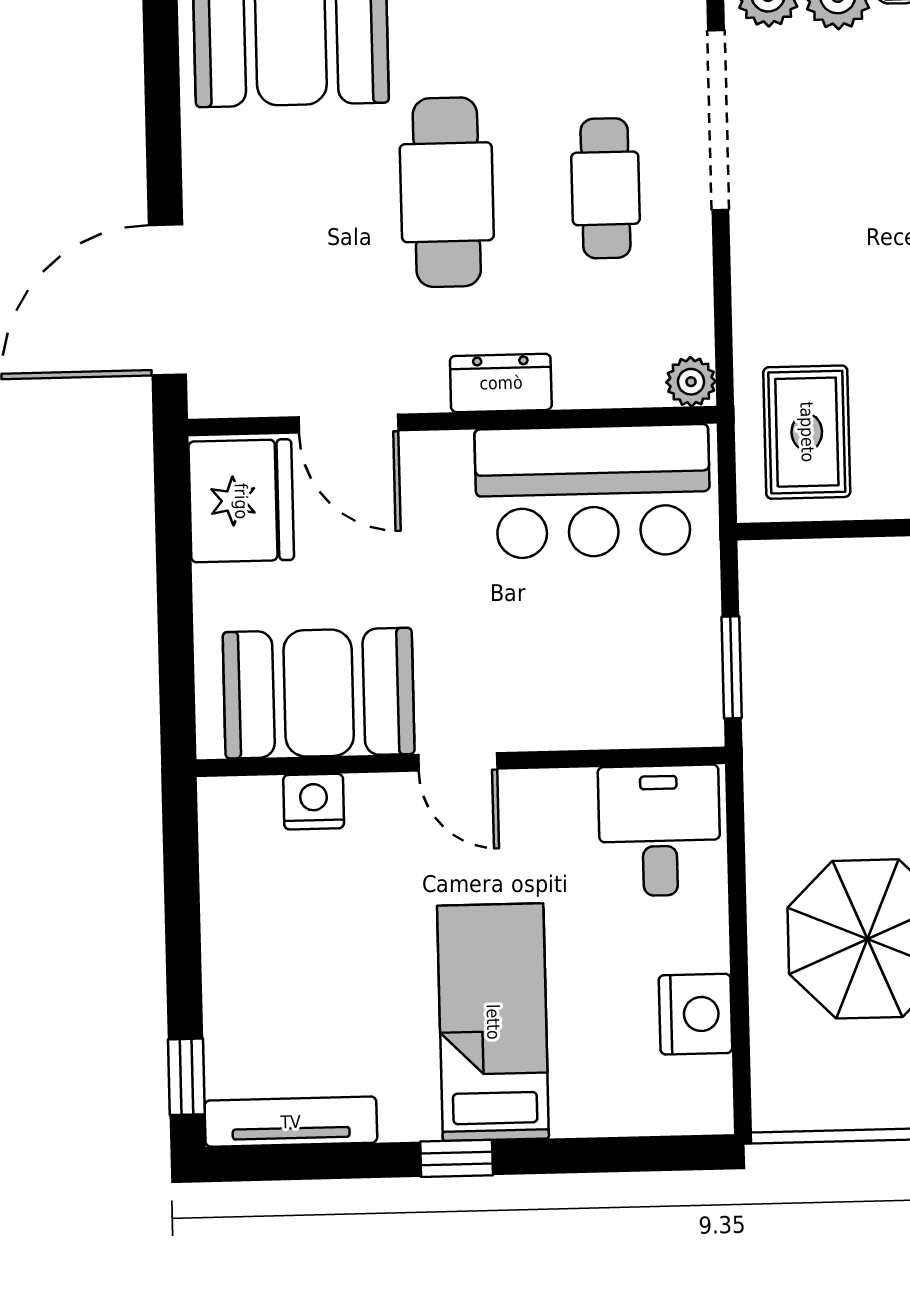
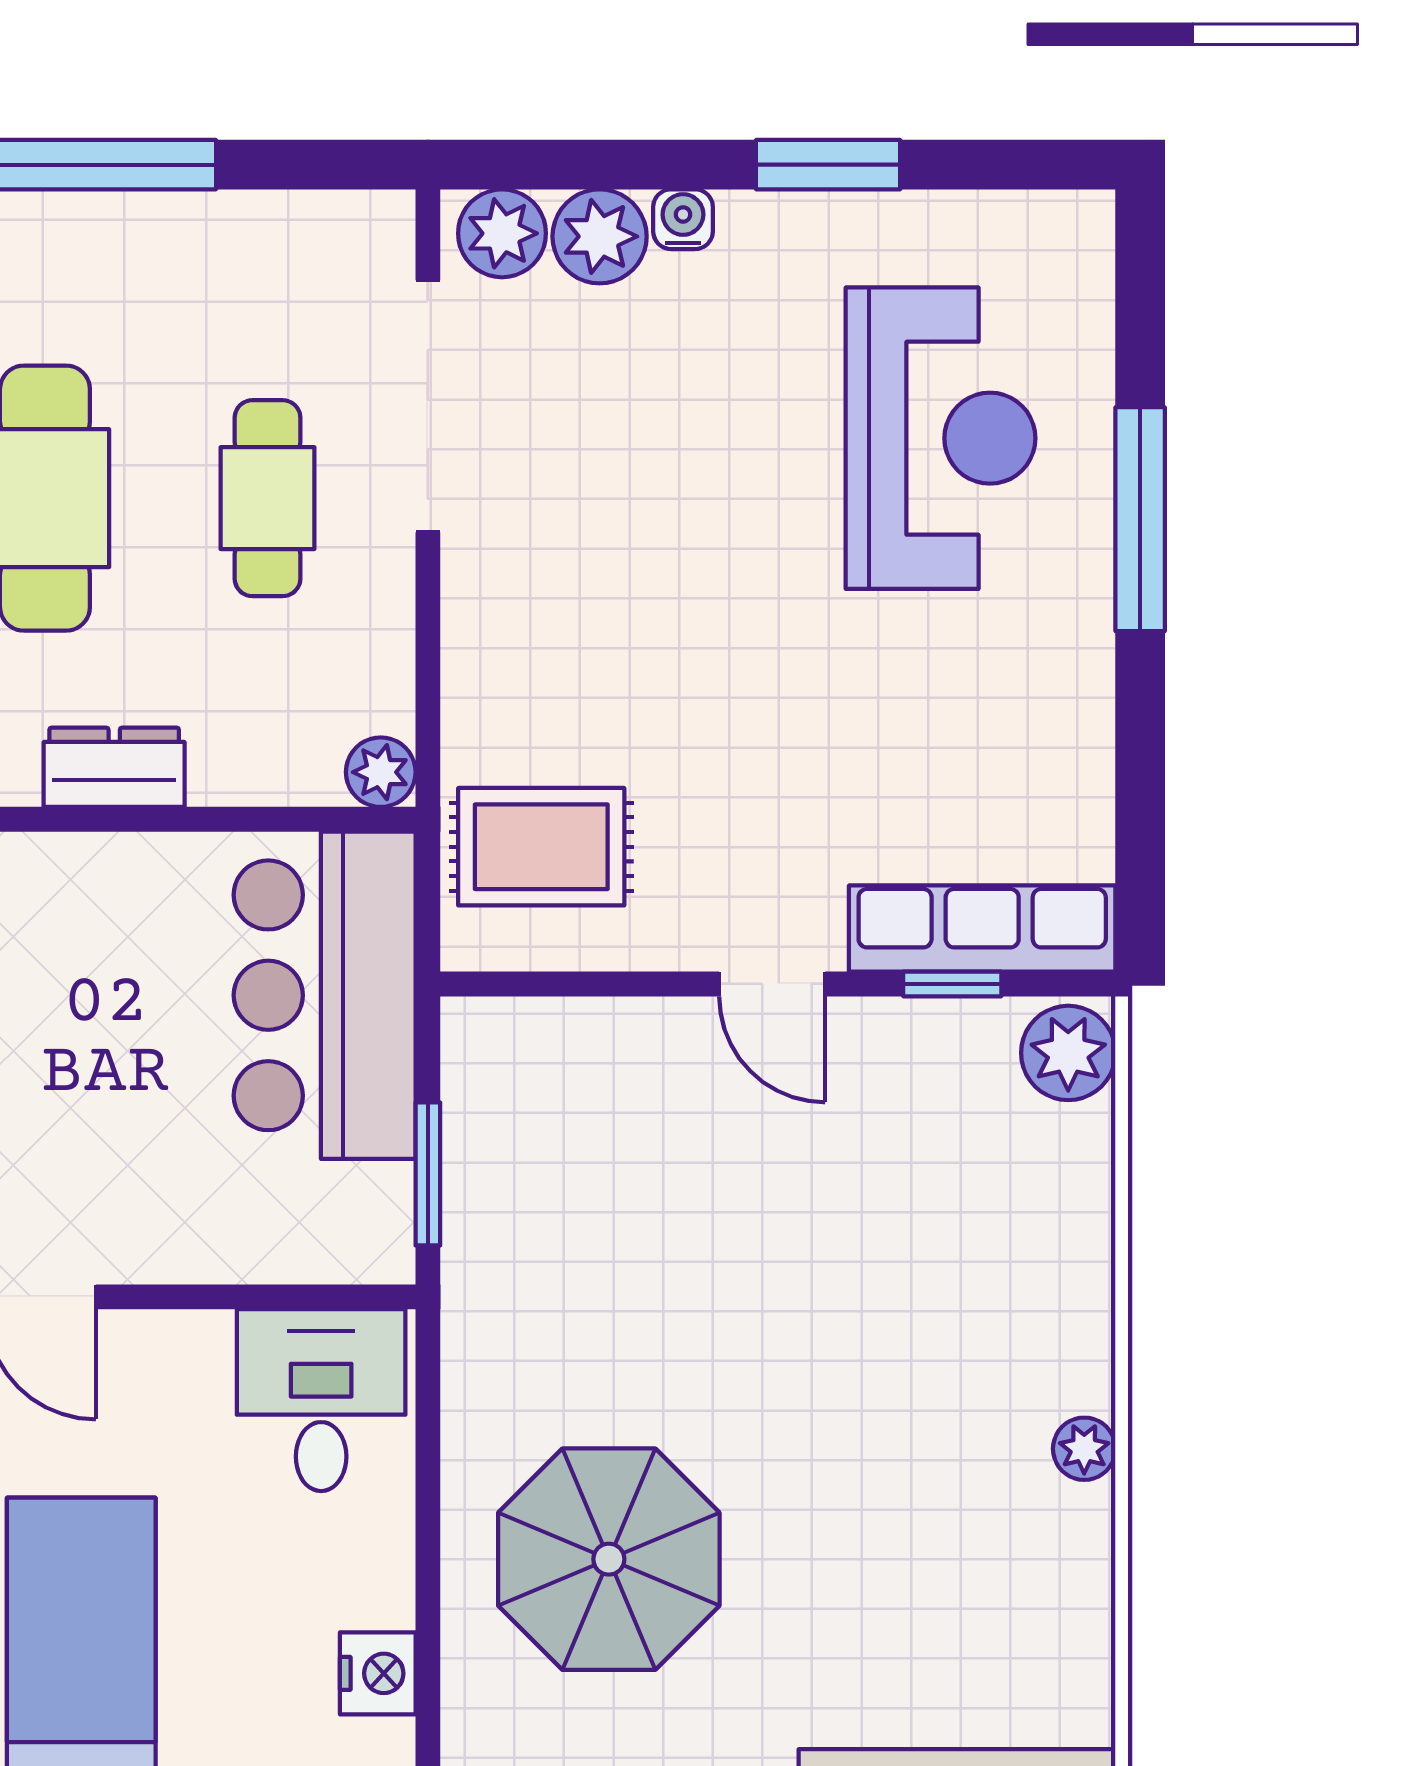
rug: (807, 432) -> (541, 847), turned 90
bar counter: (593, 491) -> (325, 995), moved, turned 90
nightstand: (696, 1014) -> (378, 1673), width x0.74, depth x0.75

